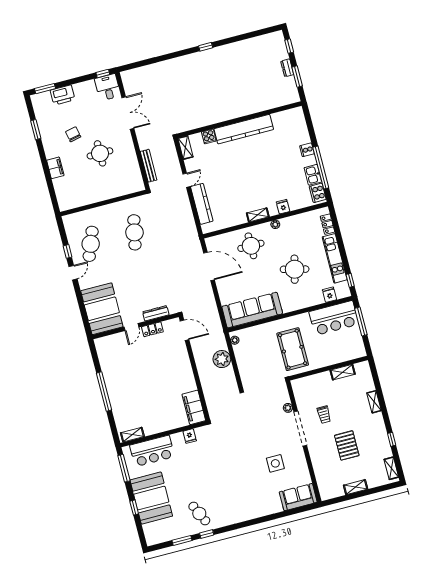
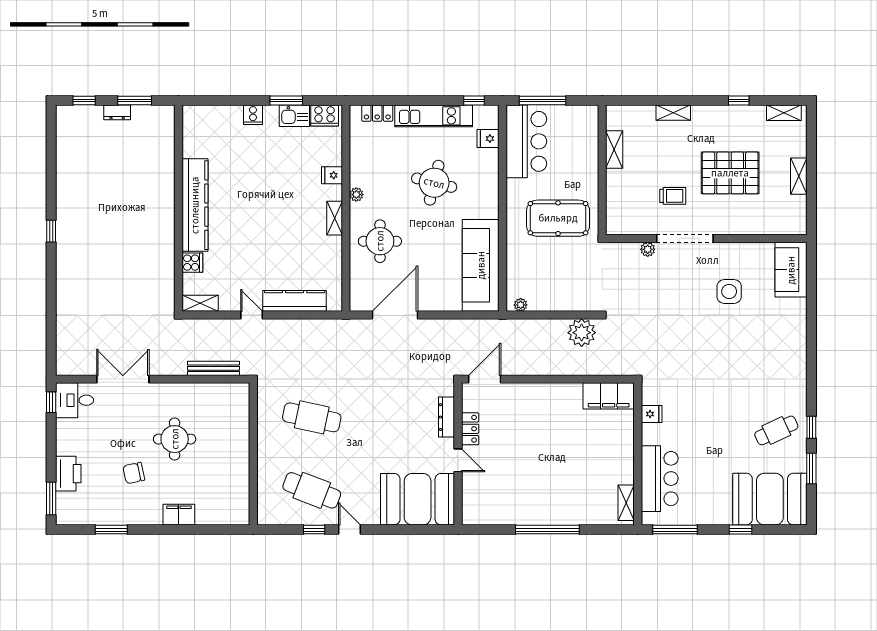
window: (321, 168) -> (286, 100), width x0.47
plant: (222, 359) -> (582, 333), moved
pallet: (347, 445) -> (730, 173), width x1.37, depth x1.41
booth: (151, 498) -> (770, 499), moved

